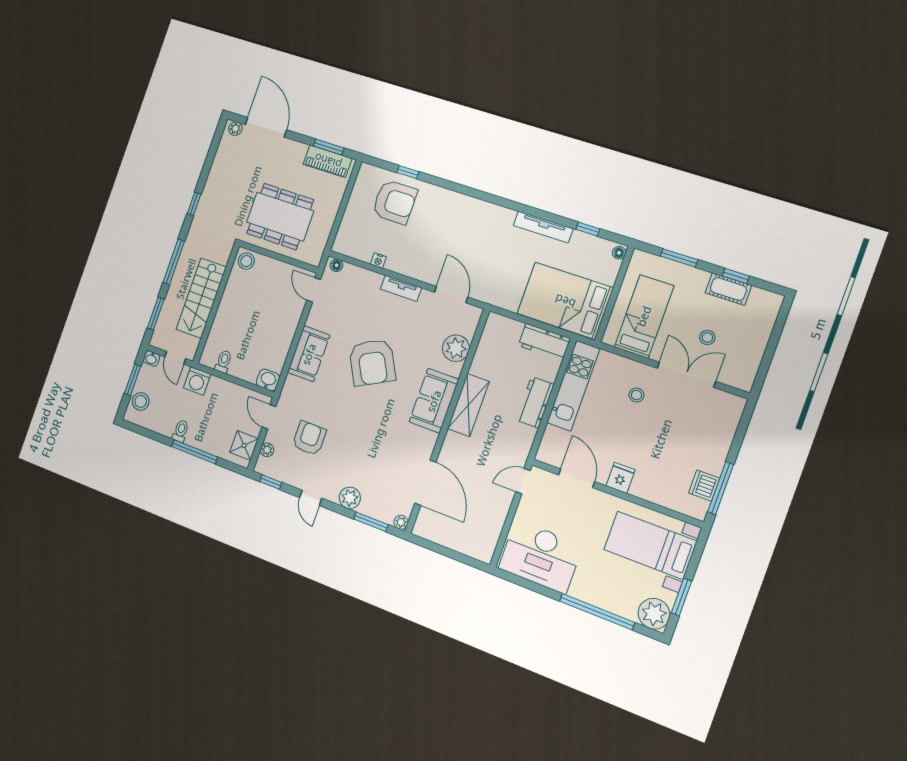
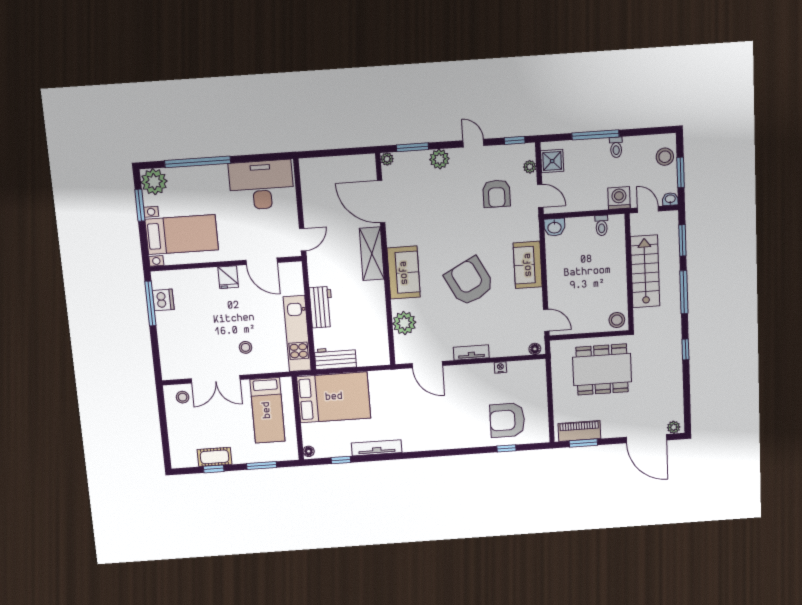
stool: (707, 337) -> (183, 397), moved
shelving: (468, 405) -> (372, 254), moved

